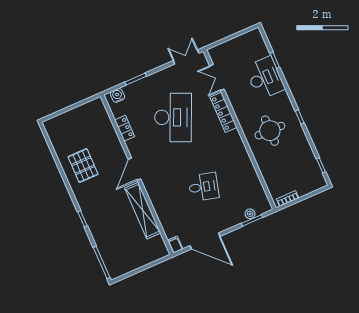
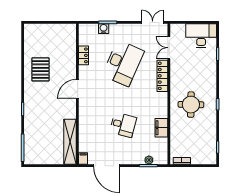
desk: (265, 78) -> (201, 36), moved, turned -90
water cooler: (118, 95) -> (104, 29), moved
filing cabinet: (248, 171) -> (161, 128), added
shelving: (143, 211) -> (70, 142), moved

